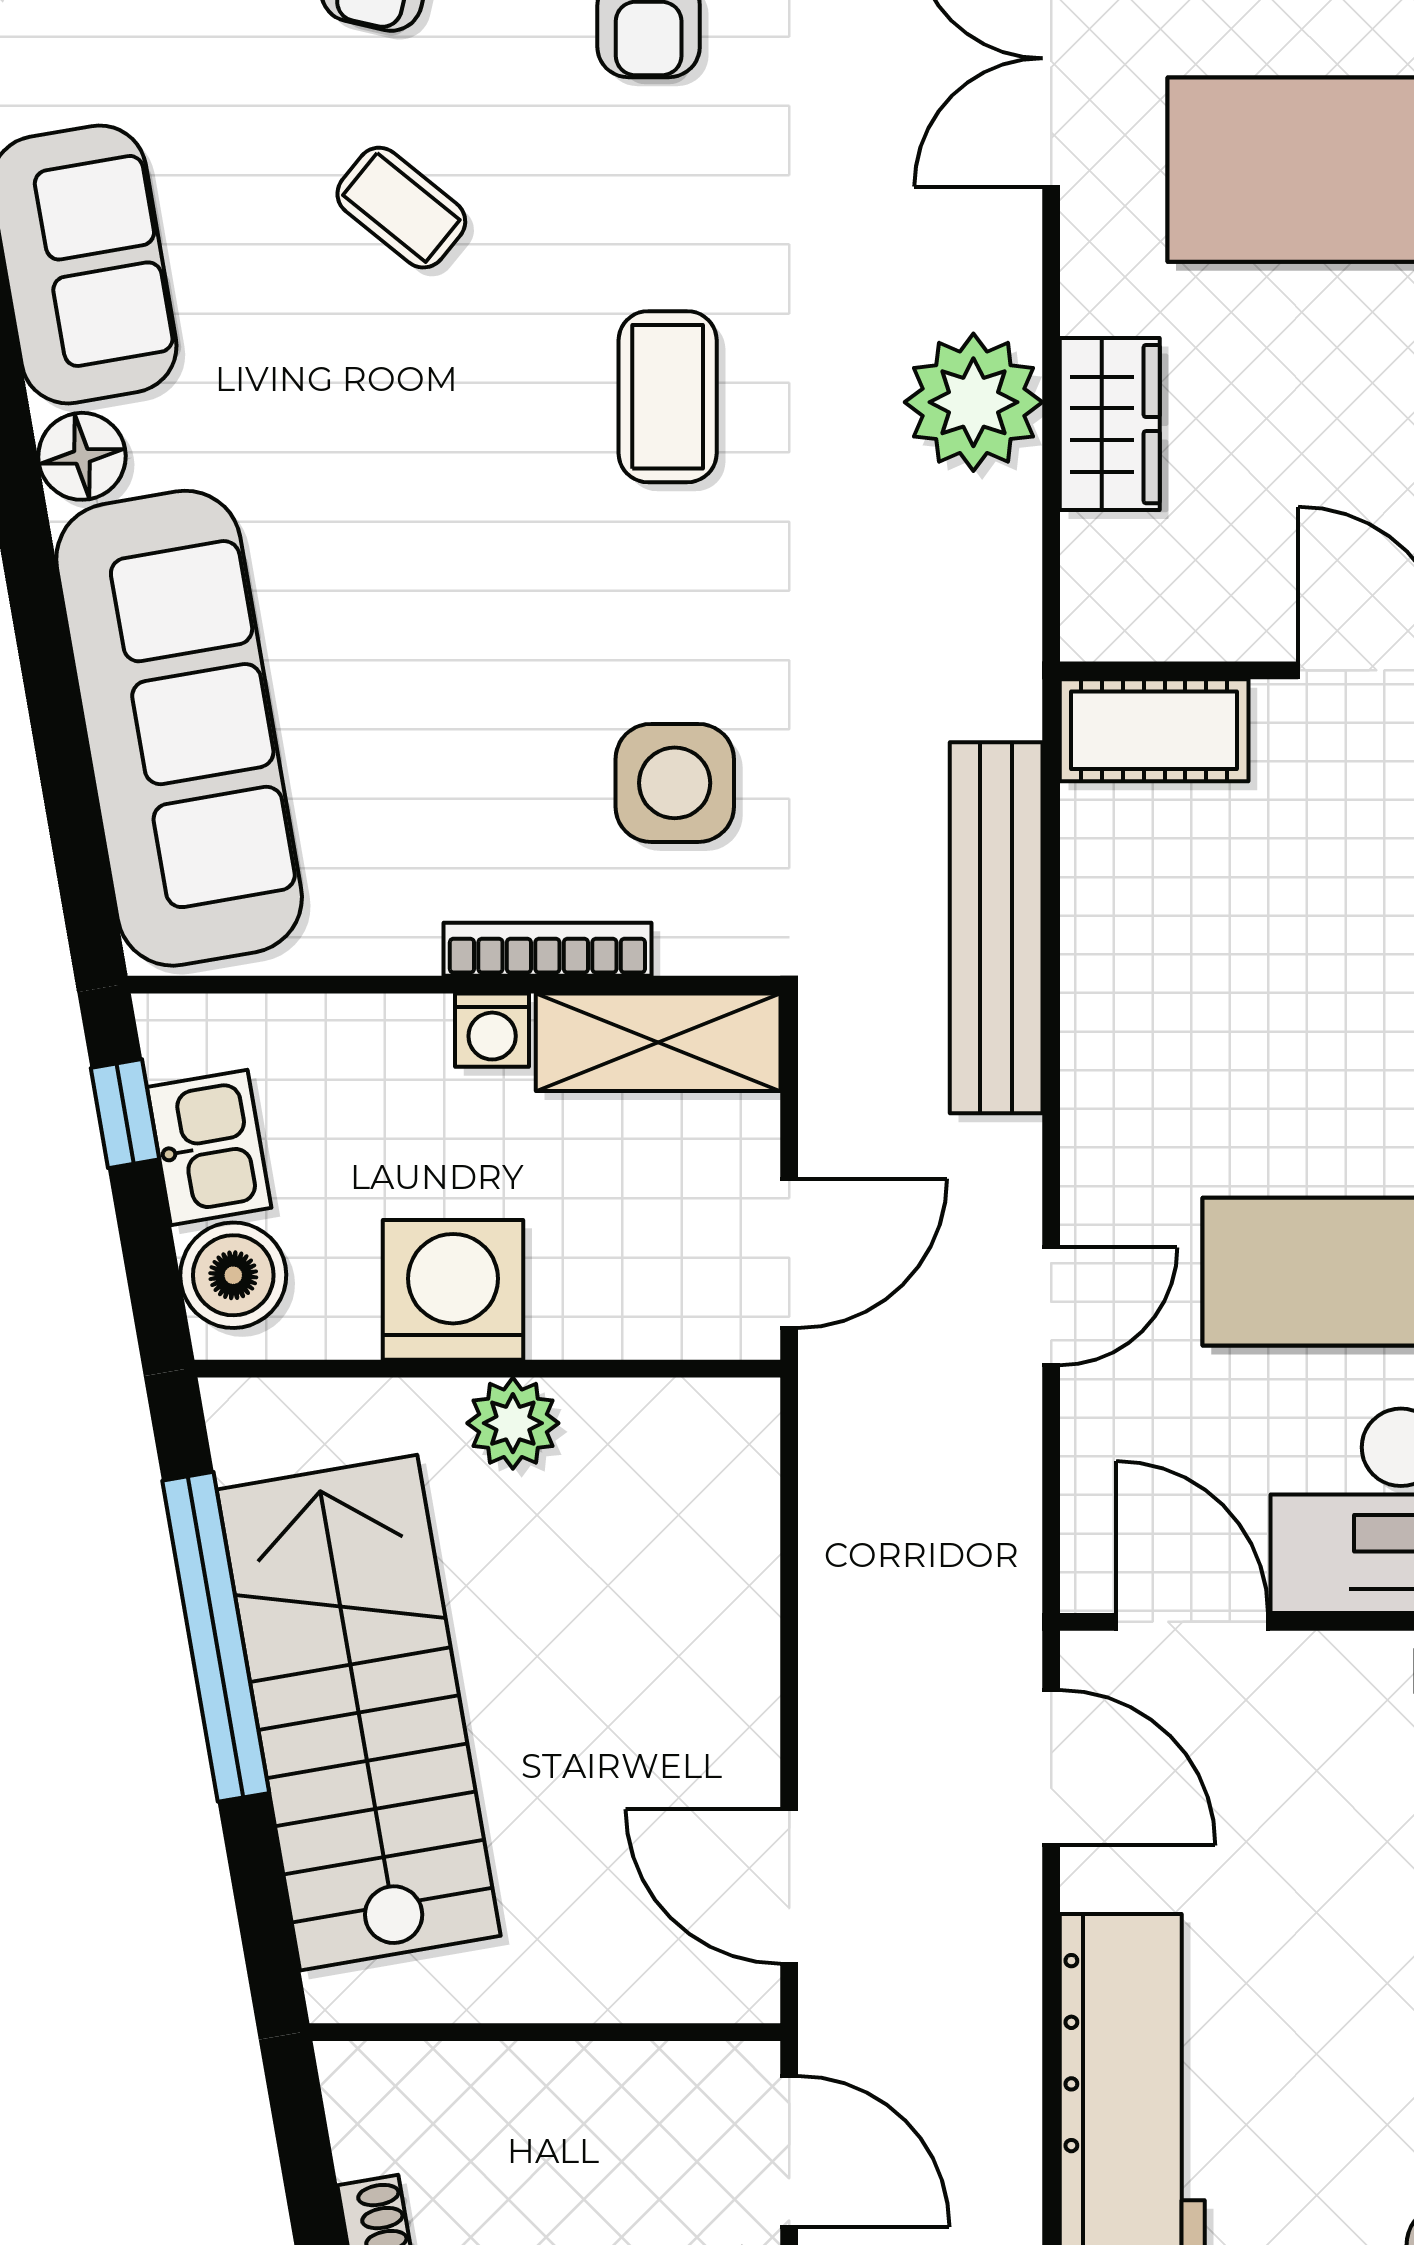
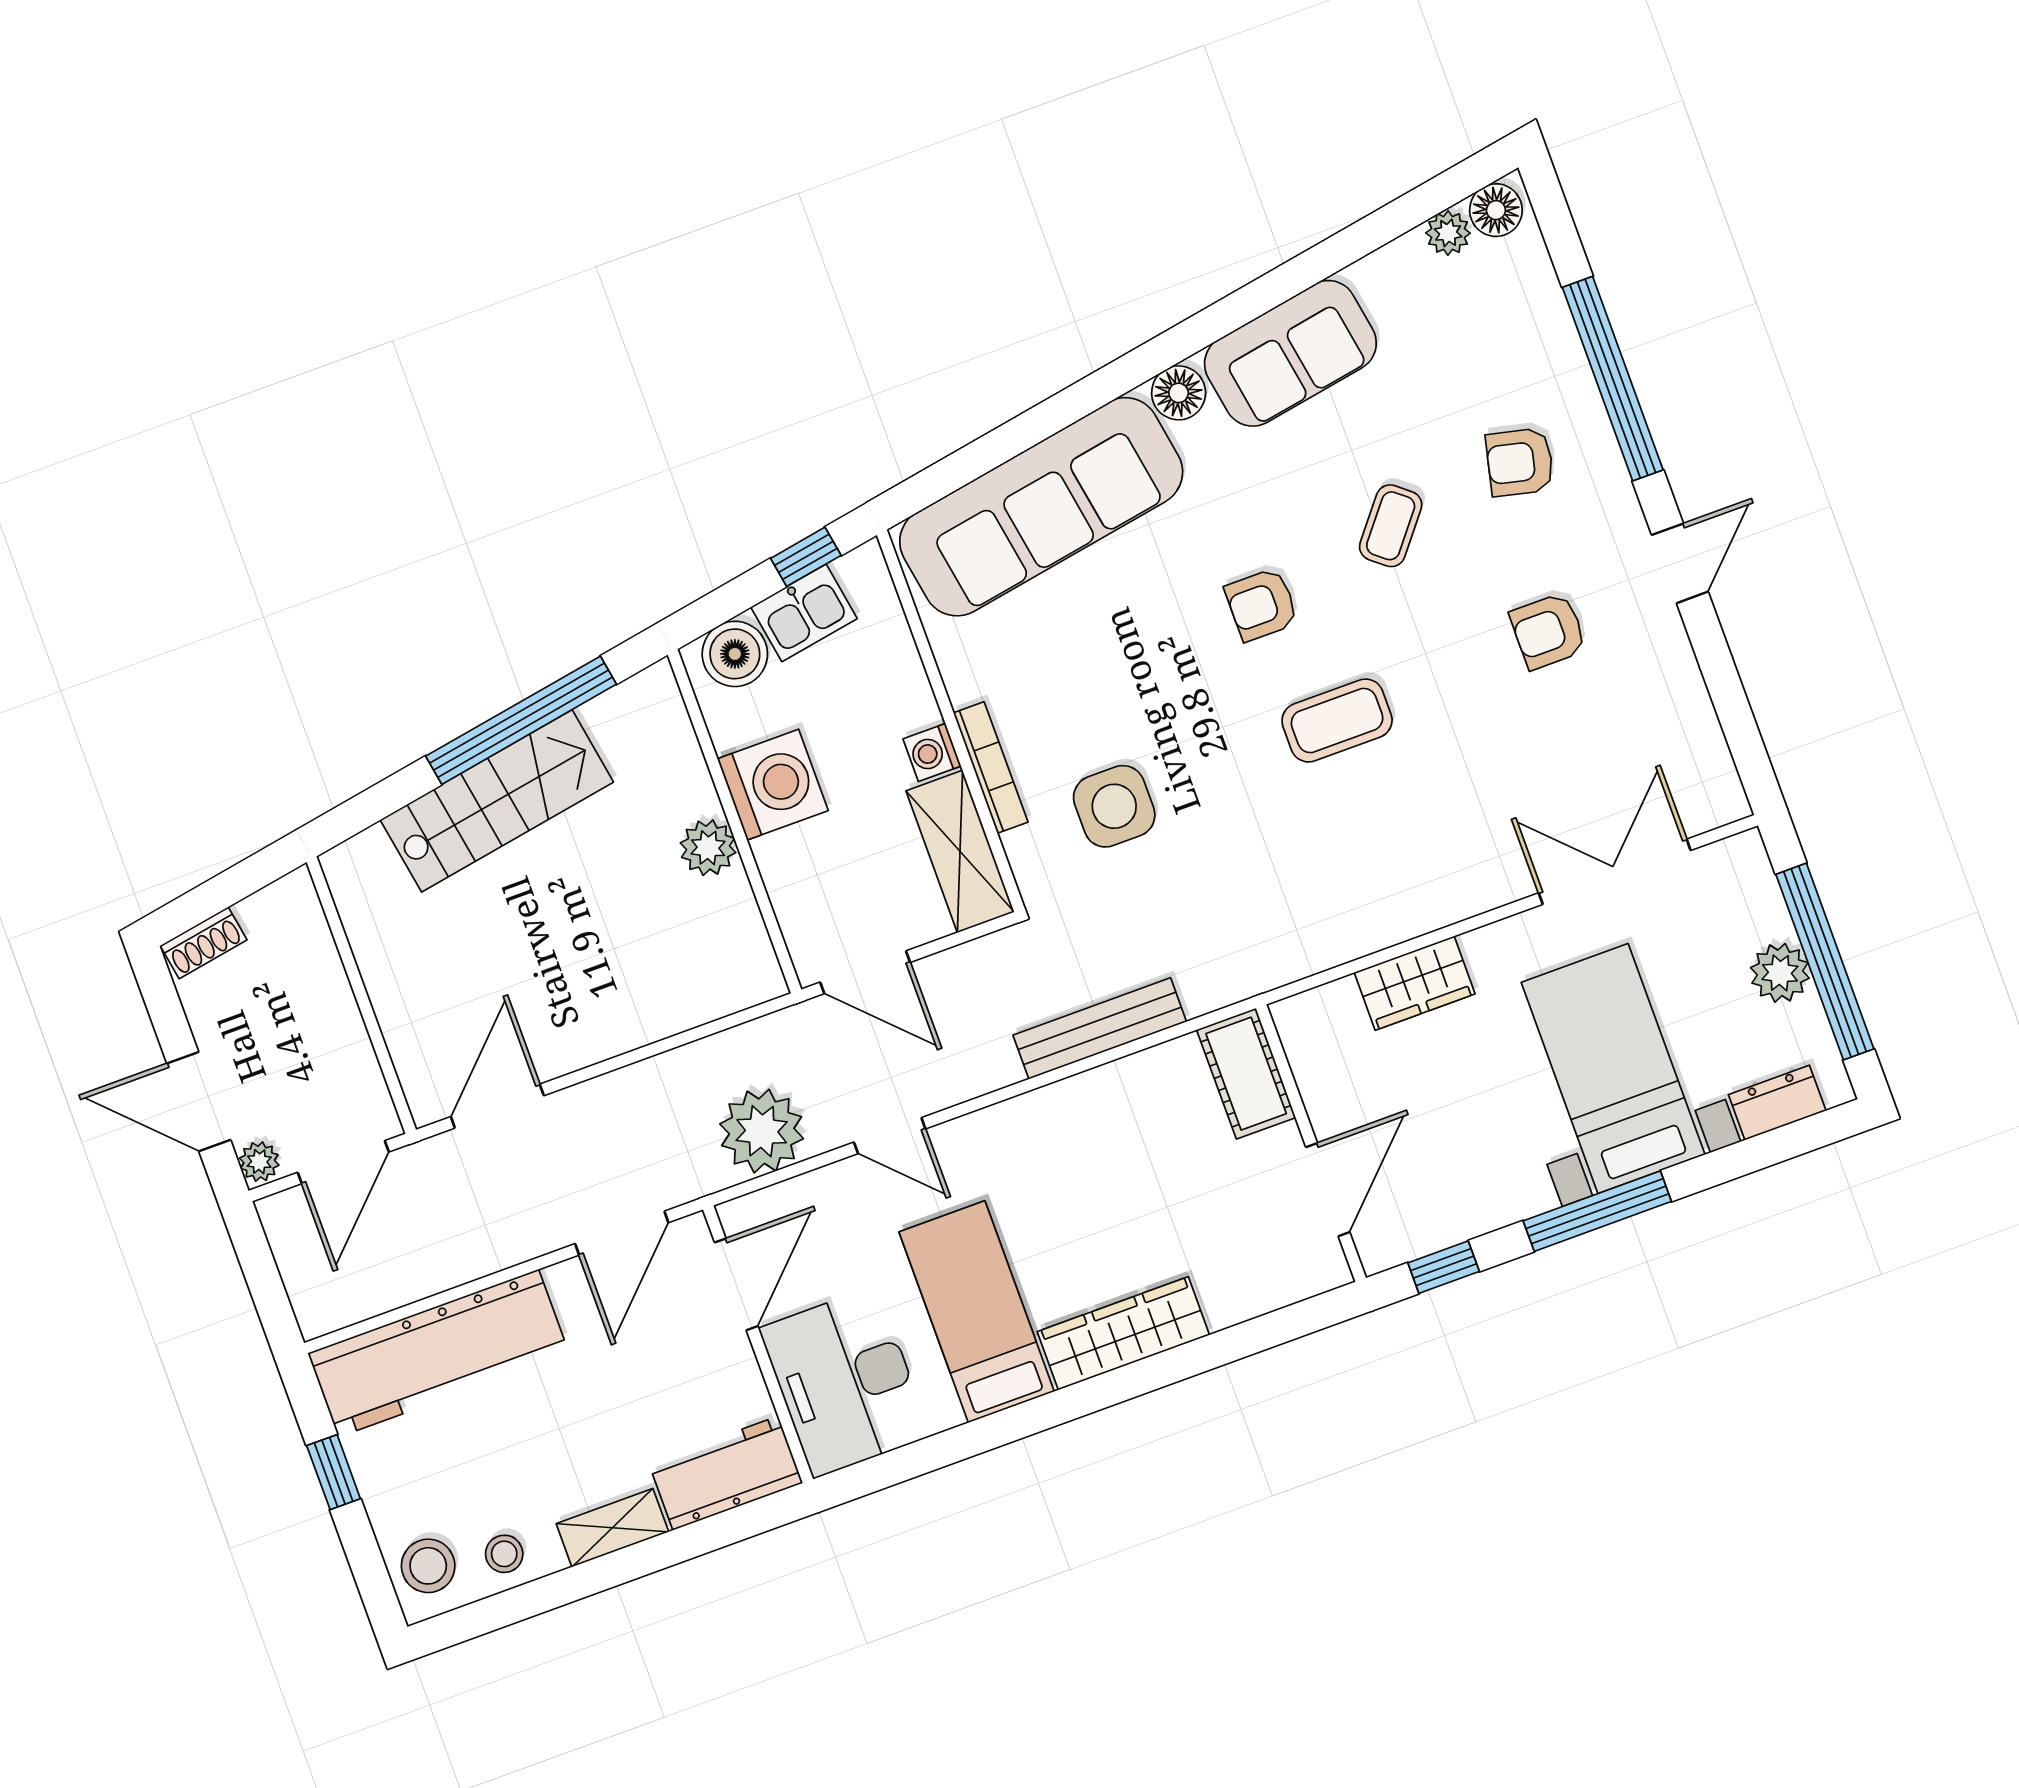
plant: (973, 402) -> (762, 1131), moved
armchair: (450, 447) -> (1262, 605), added
bench: (996, 928) -> (1100, 1028), width x0.73, depth x0.82
stairs: (359, 1713) -> (497, 801), width x0.73, depth x0.66

